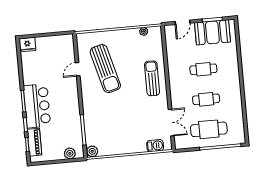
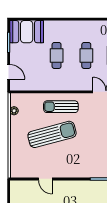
booth: (212, 32) -> (27, 32), moved, turned 90
sun lounger: (105, 69) -> (52, 134), moved

